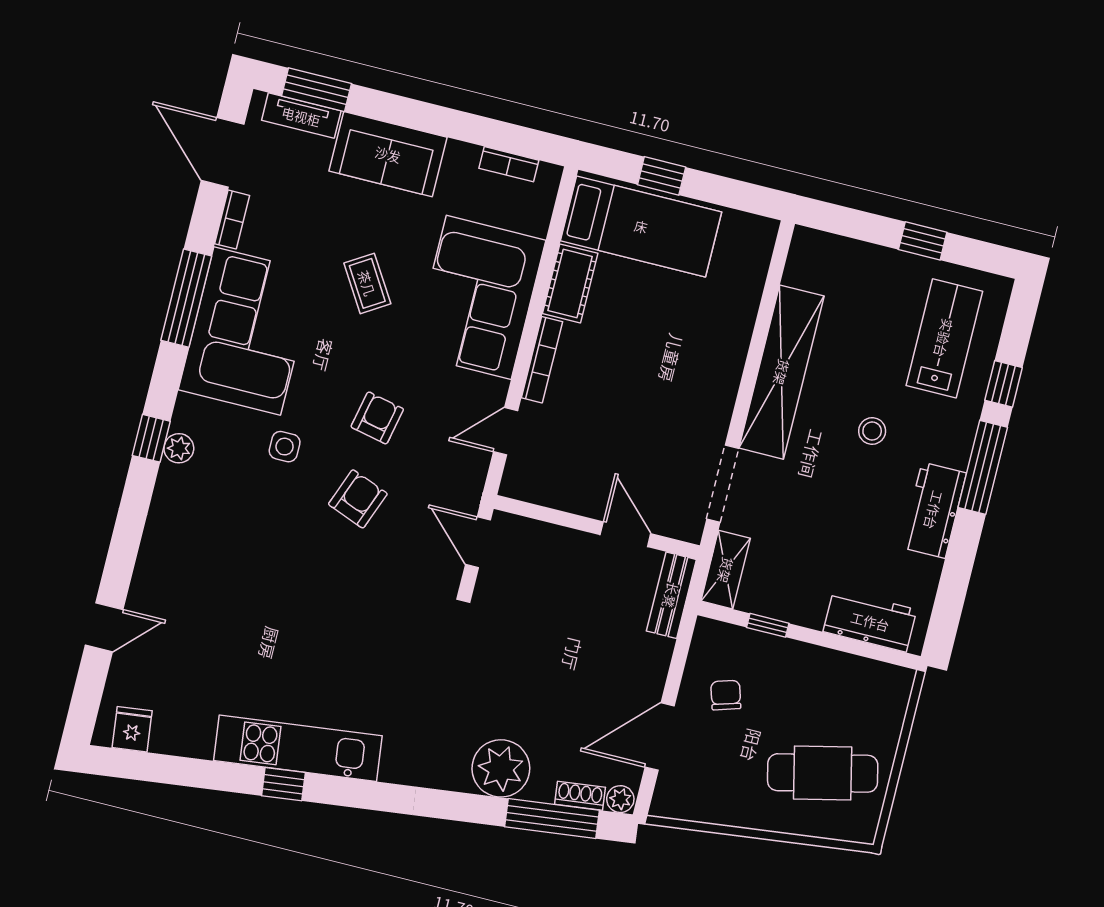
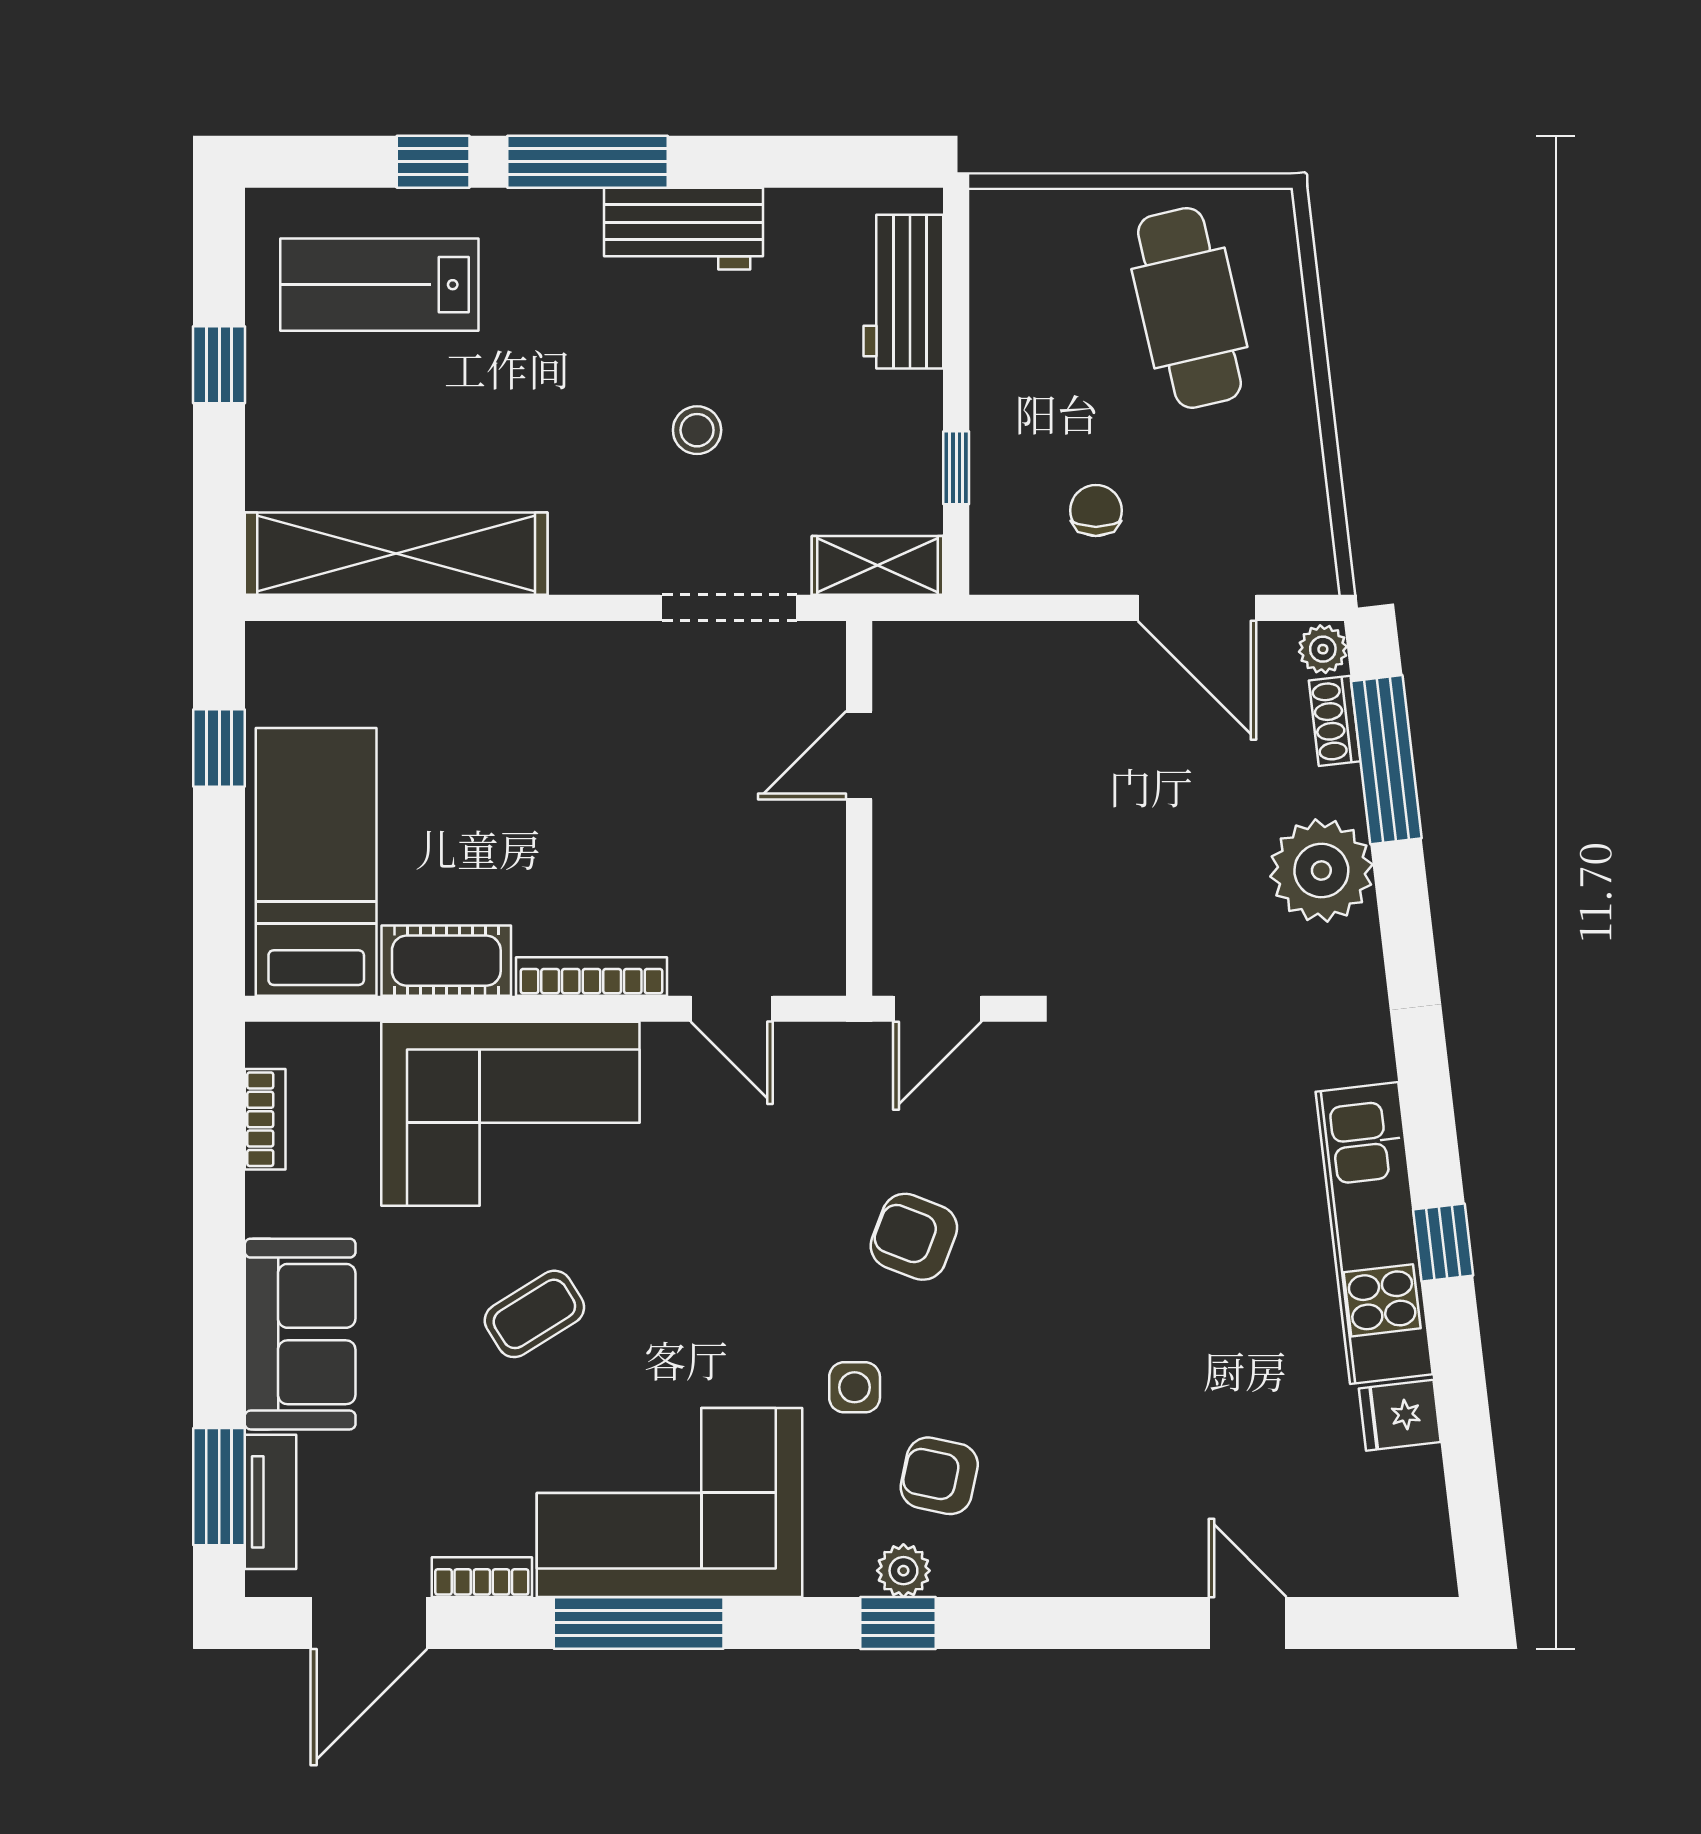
window: (662, 176) -> (219, 748), moved
shelving: (782, 372) -> (396, 554), moved
armchair: (377, 418) -> (939, 1476), moved
stool: (872, 431) -> (697, 430), moved
bench: (671, 595) -> (945, 649), removed
chair: (726, 695) -> (1096, 510), turned 107
fridge: (132, 729) -> (1400, 1415), moved

